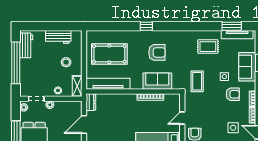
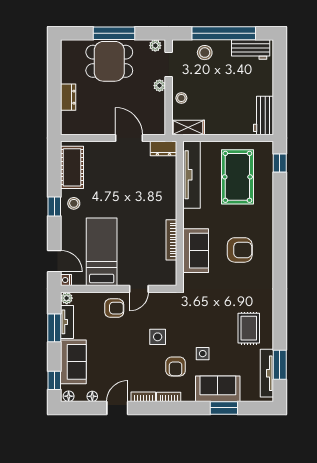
window: (146, 26) -> (280, 163), moved
workbench: (58, 37) -> (264, 116), moved
armchair: (157, 52) -> (240, 250), turned -90
stool: (66, 62) -> (205, 53), moved
coffee table: (197, 81) -> (195, 312), removed
door: (182, 118) -> (139, 289), swing flipped
side table: (233, 128) -> (158, 337), moved

